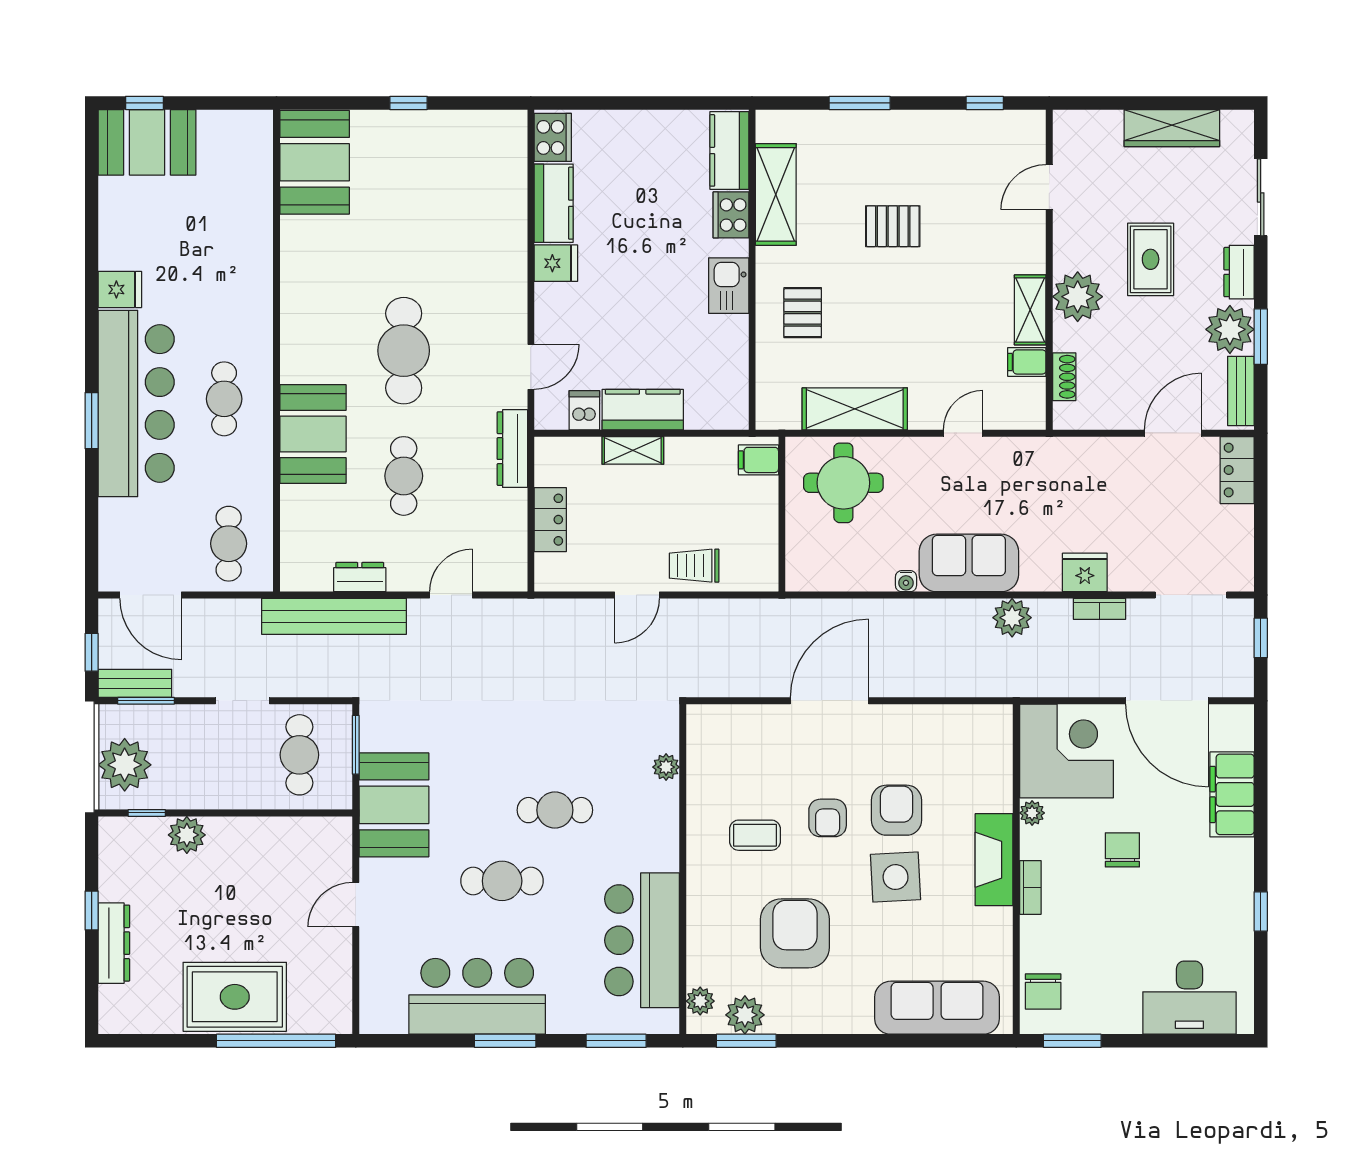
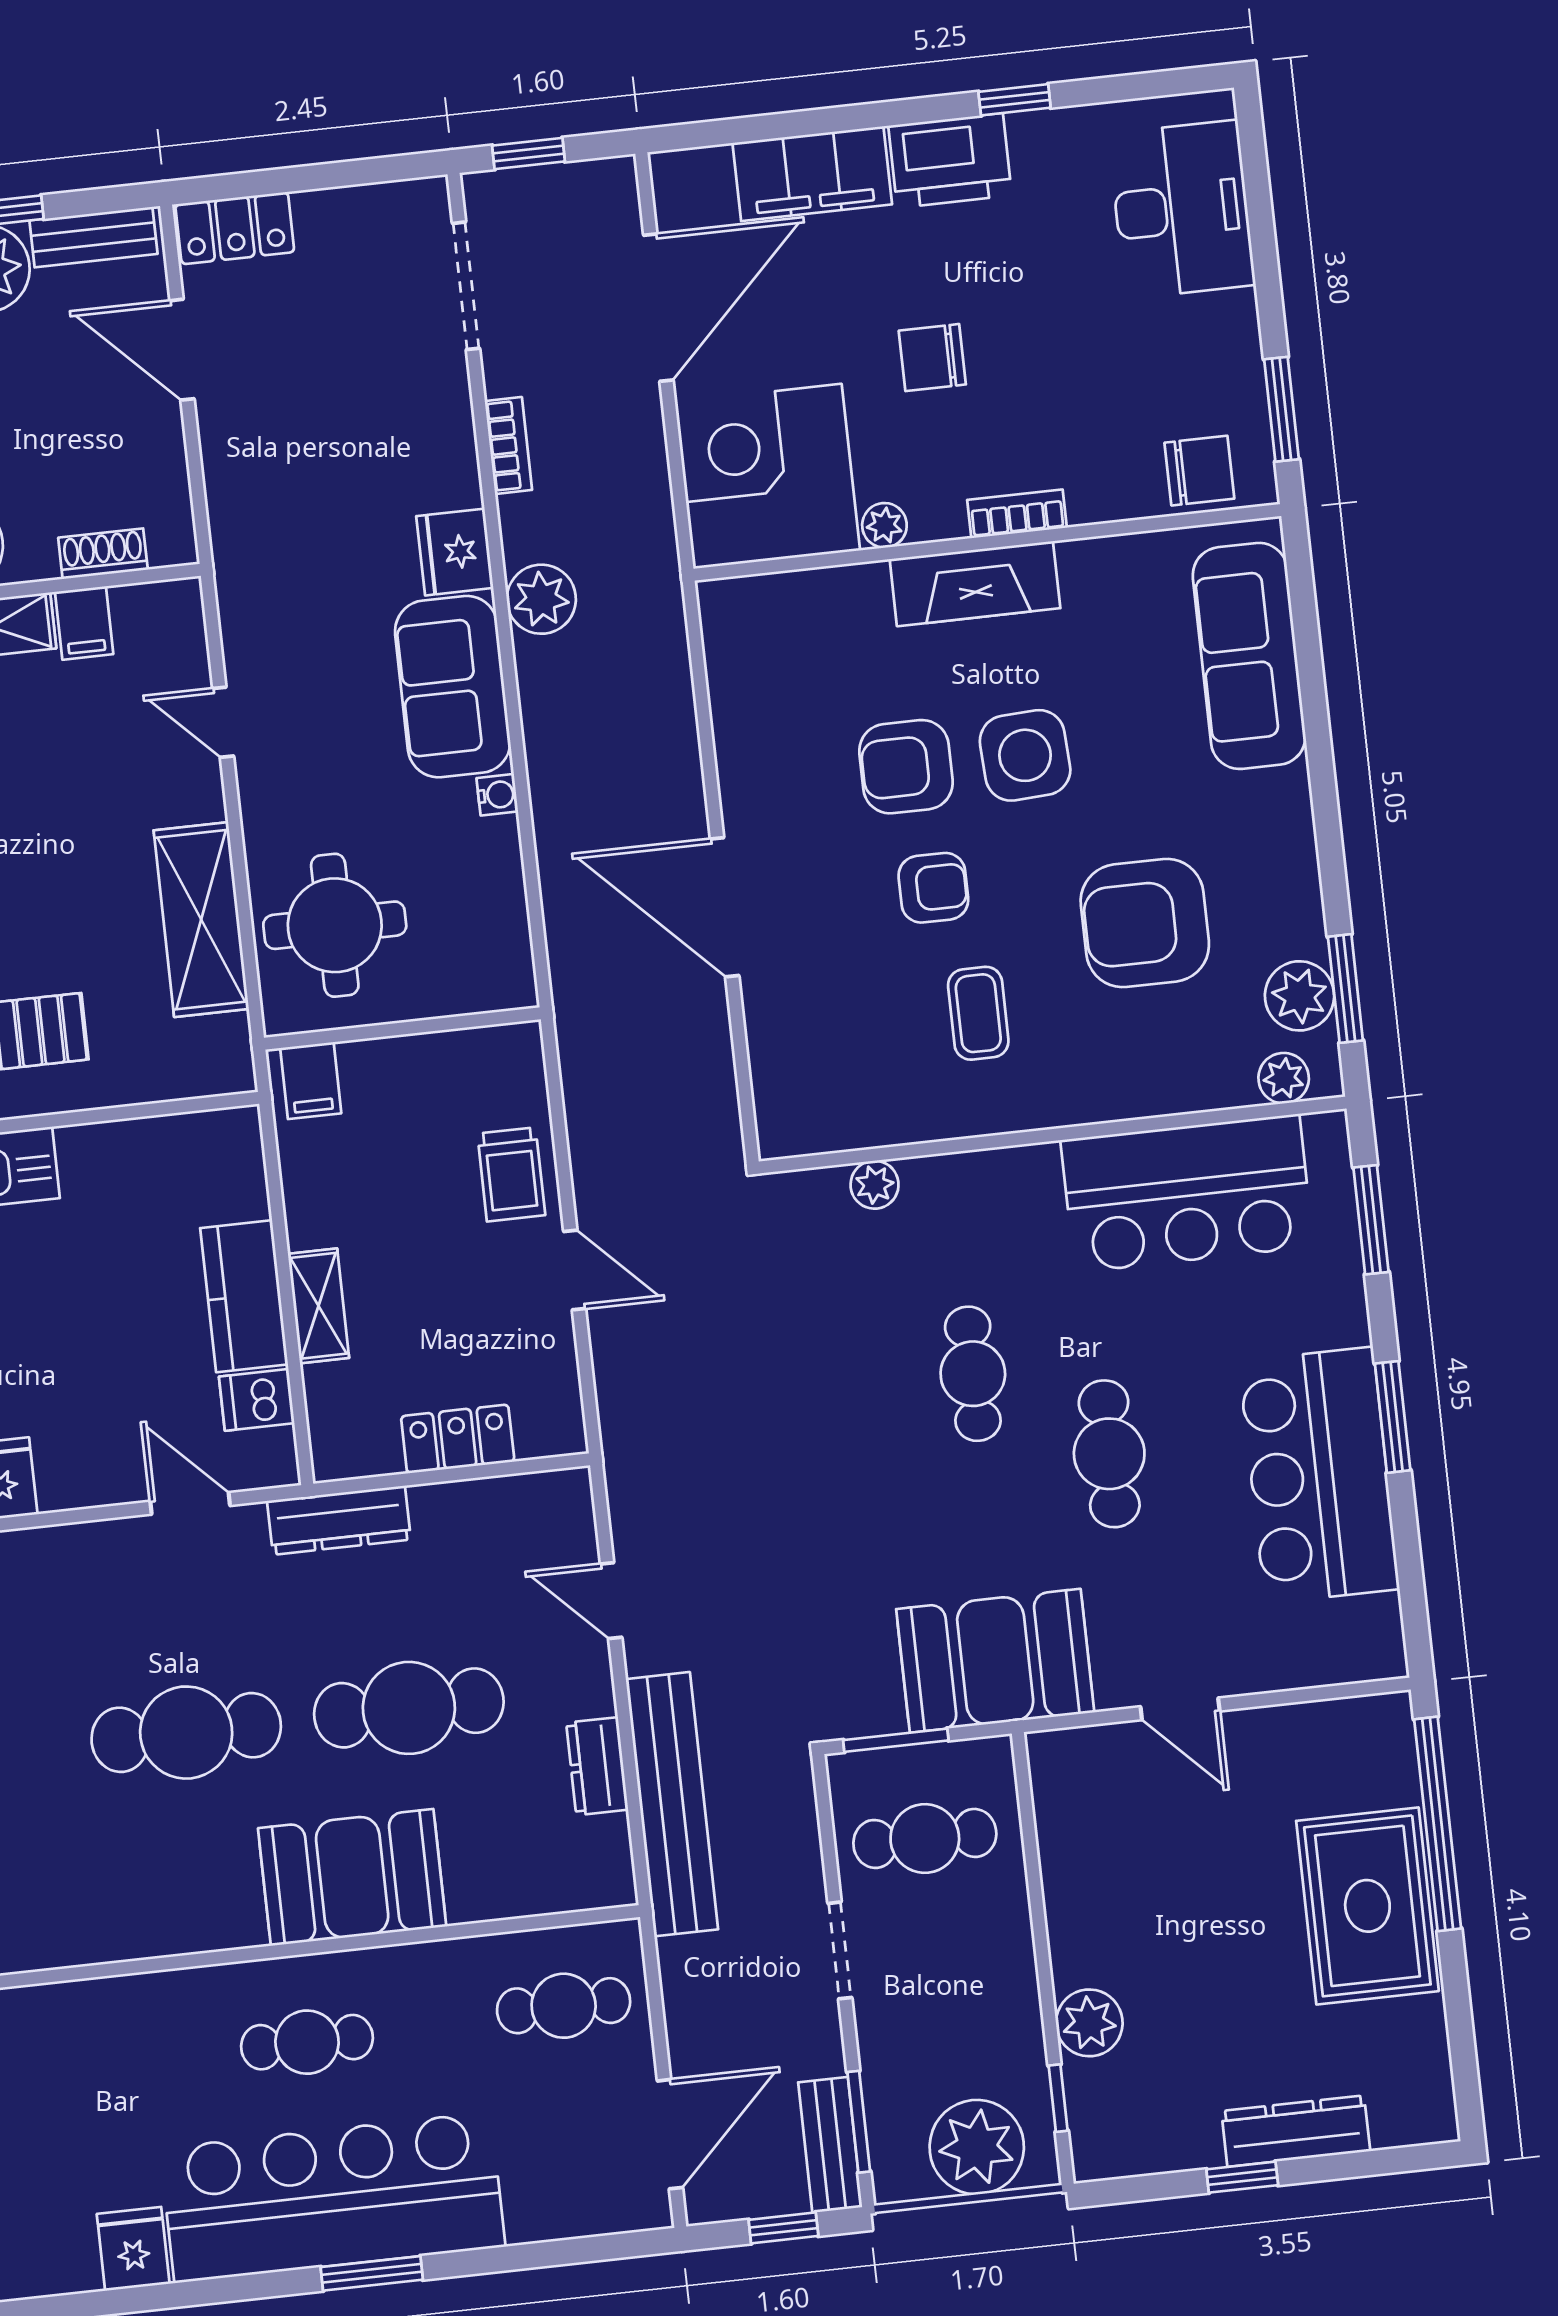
cafe table: (404, 476) -> (409, 1708), width x1.37, depth x1.35
fridge: (1085, 572) -> (455, 552), moved
printer: (1231, 872) -> (950, 161), added

